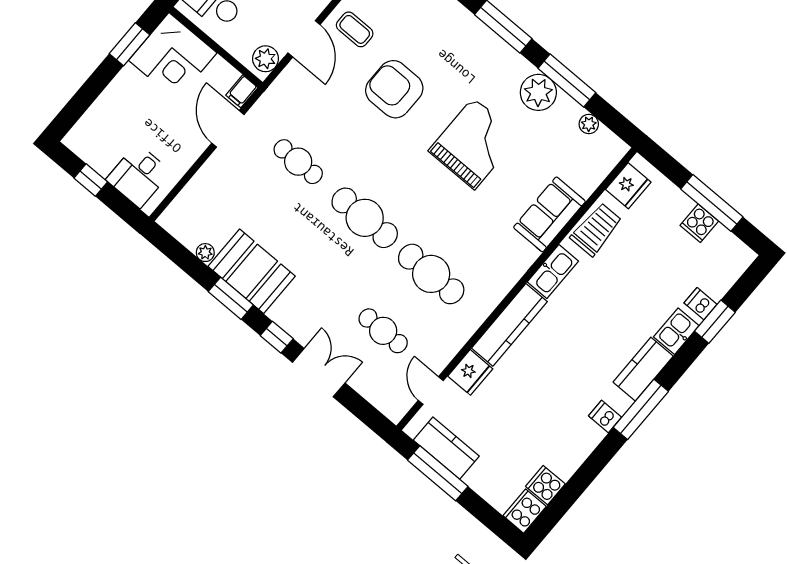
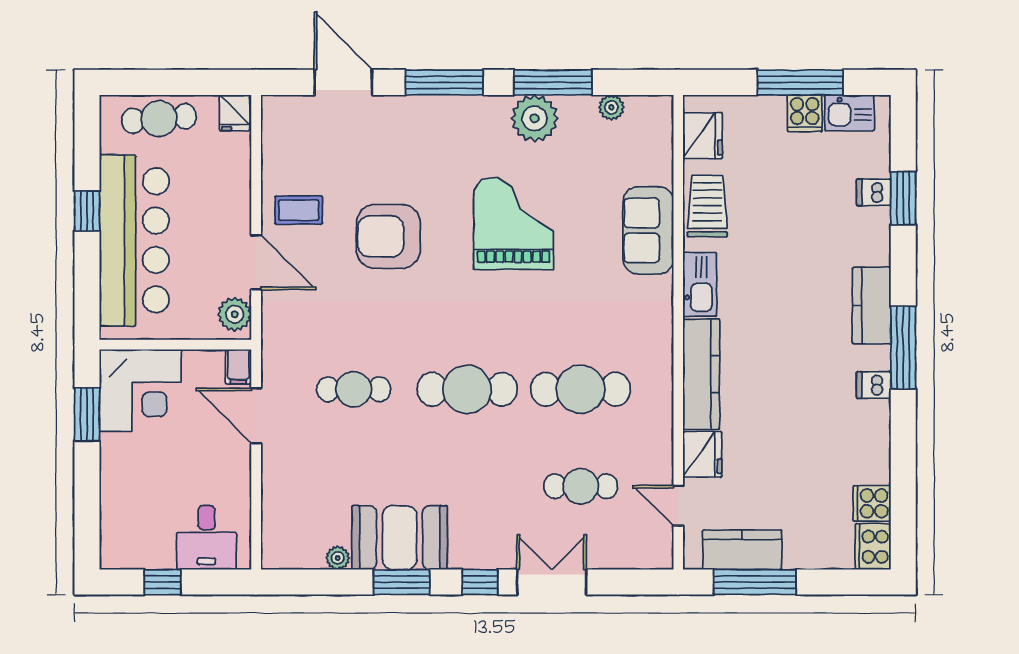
kitchen sink: (676, 331) -> (849, 113), moved, turned -90

